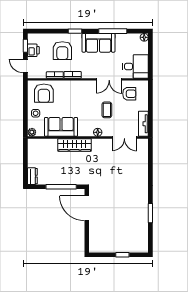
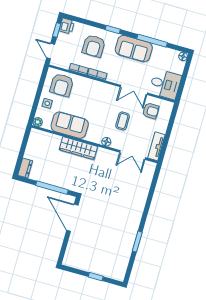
printer: (33, 50) -> (67, 26), moved

